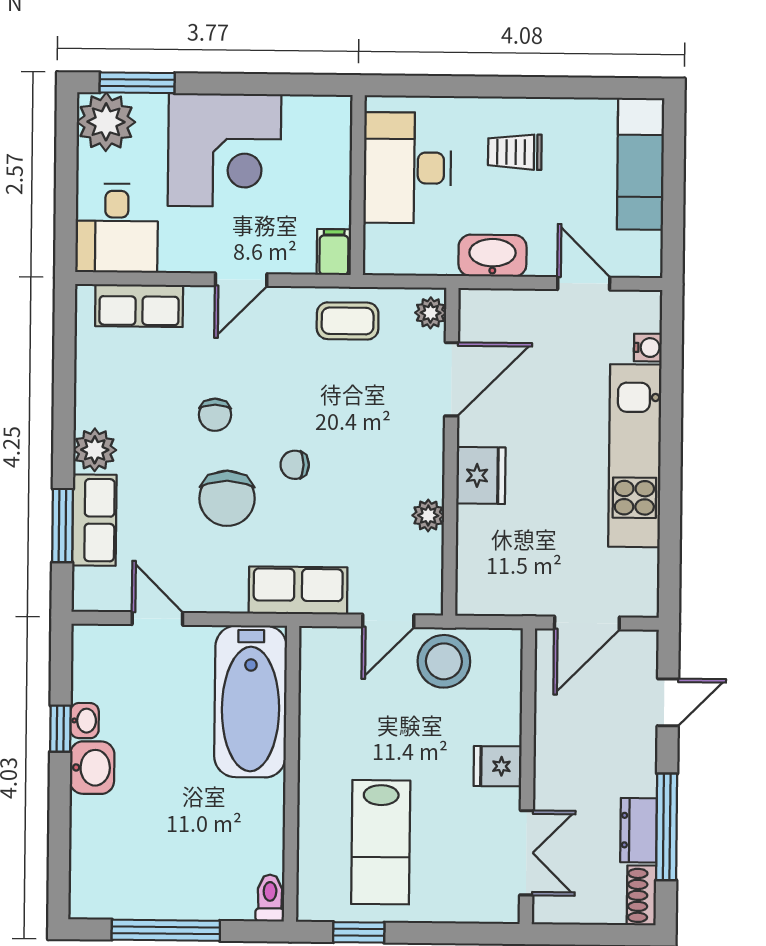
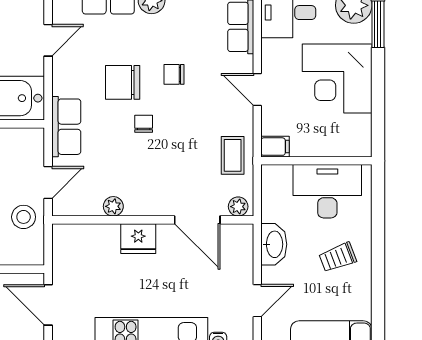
trolley: (515, 152) -> (338, 257), turned -111
door: (388, 621) -> (48, 182), swing flipped
stool: (444, 661) -> (24, 217), width x0.73, depth x0.73

